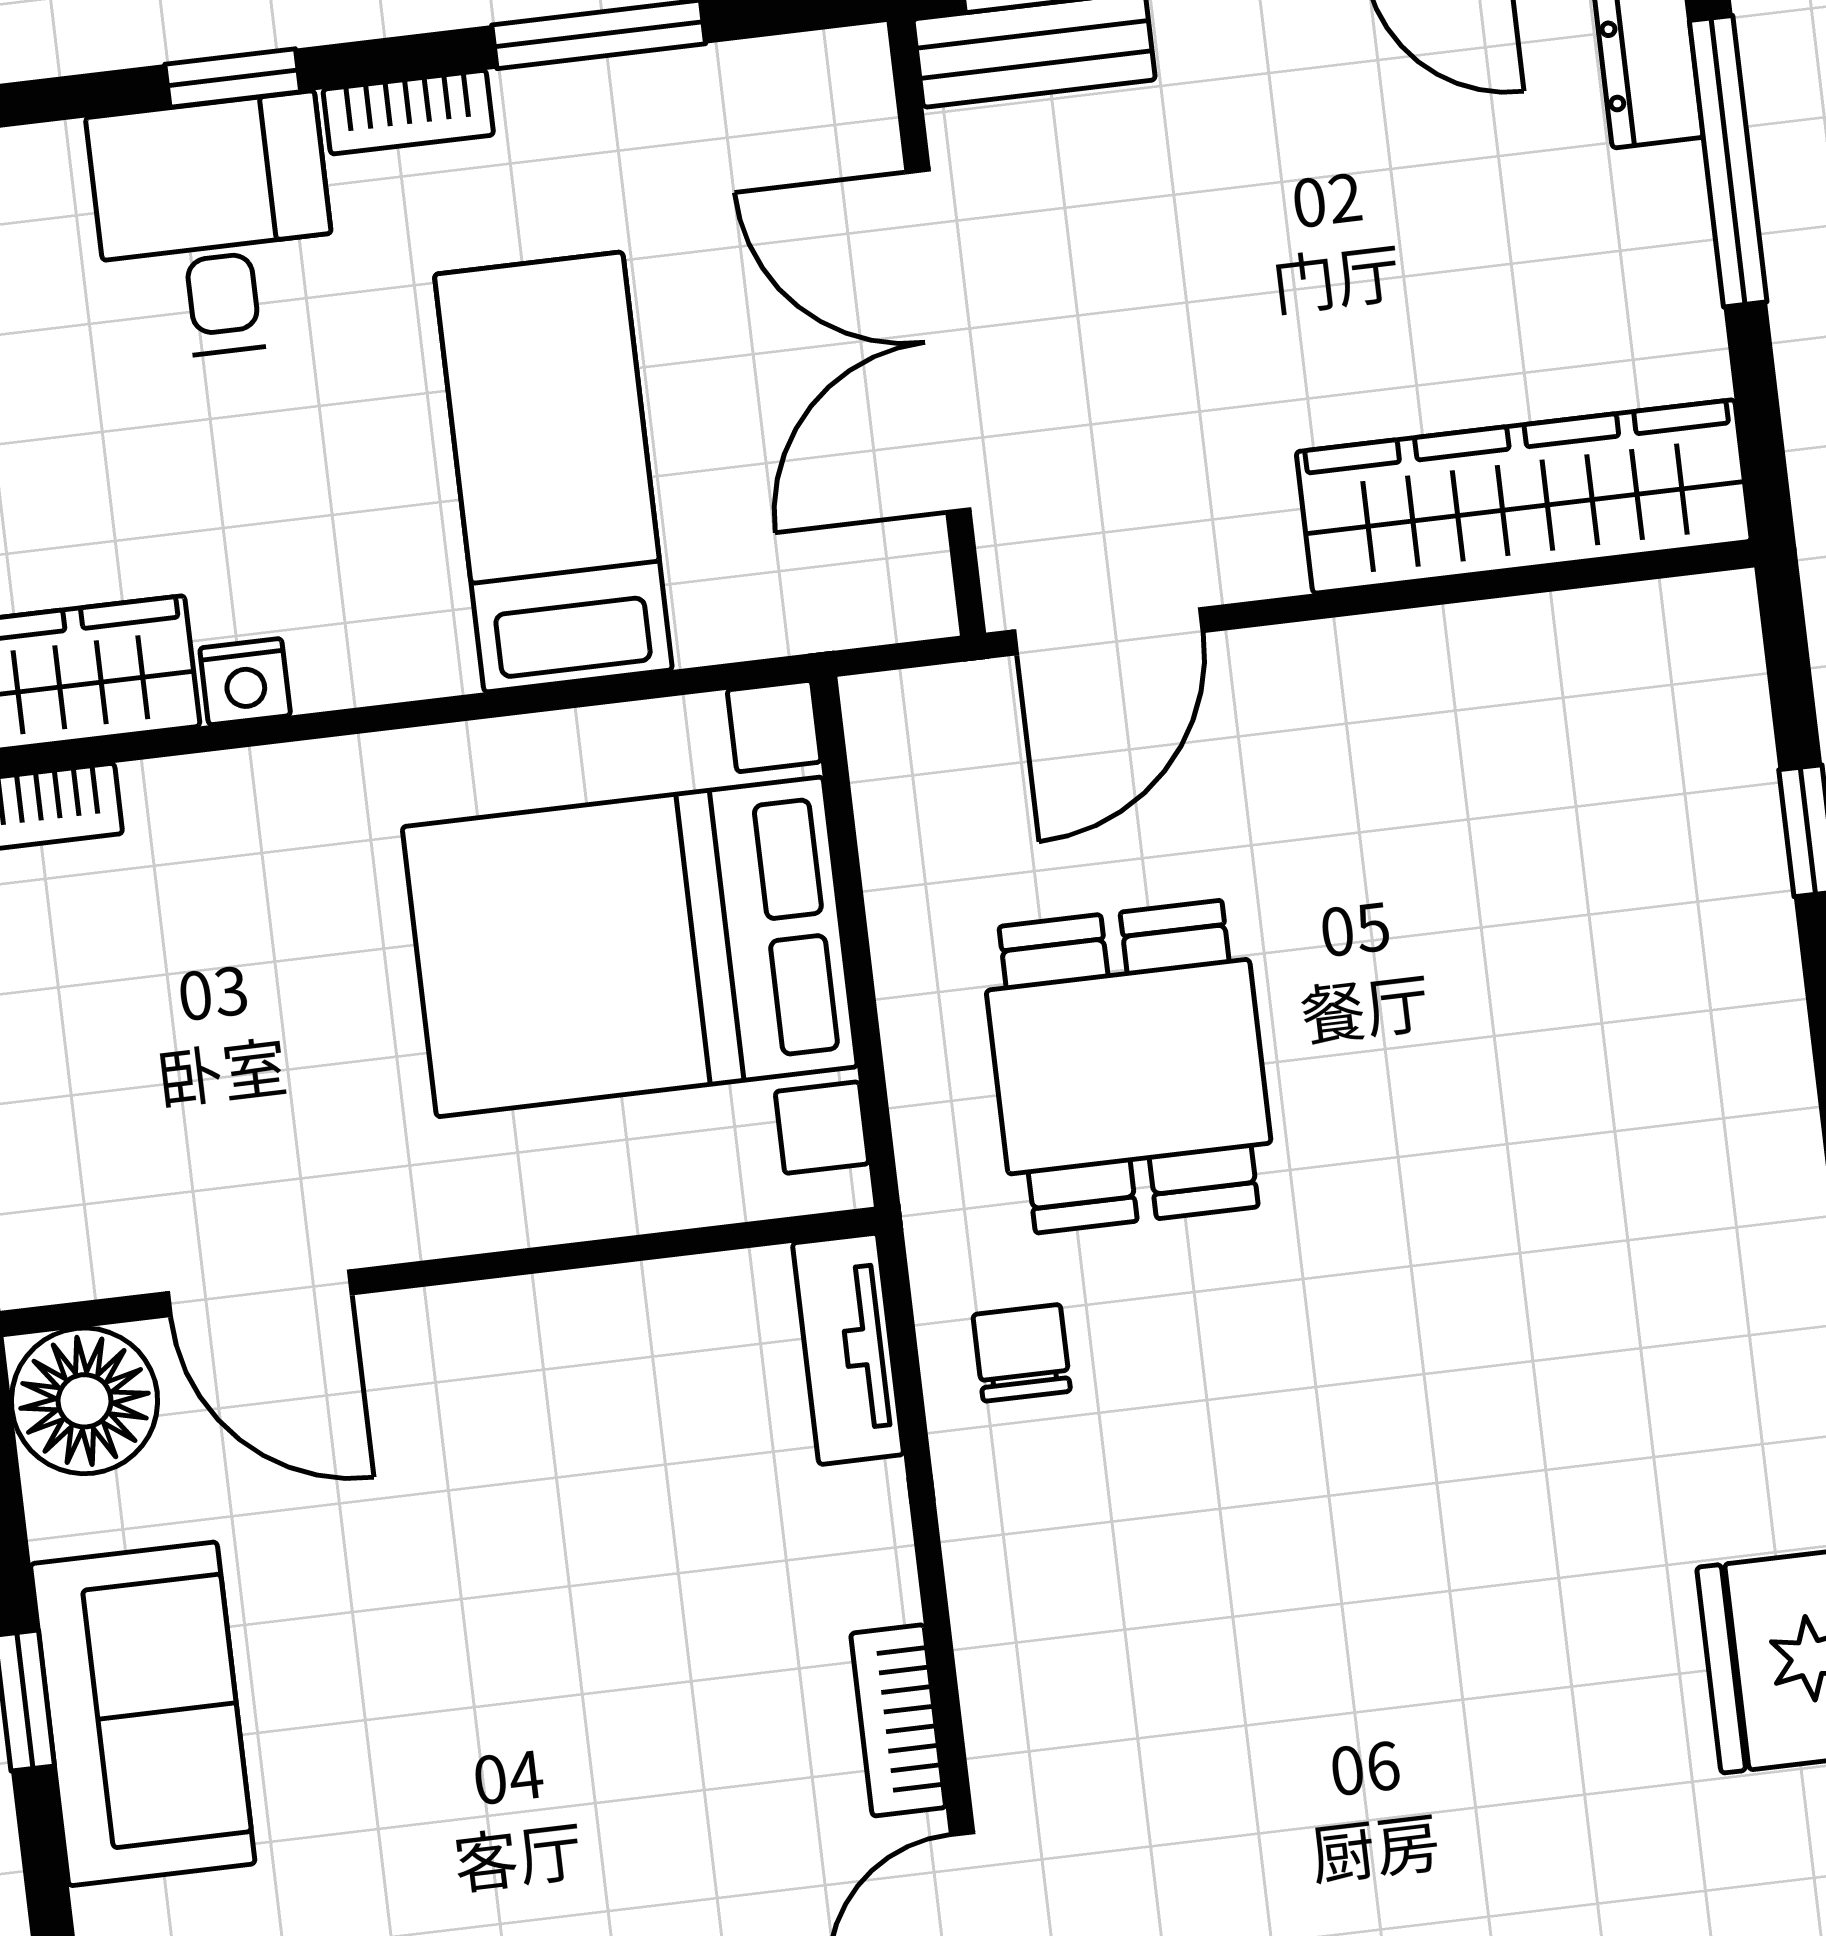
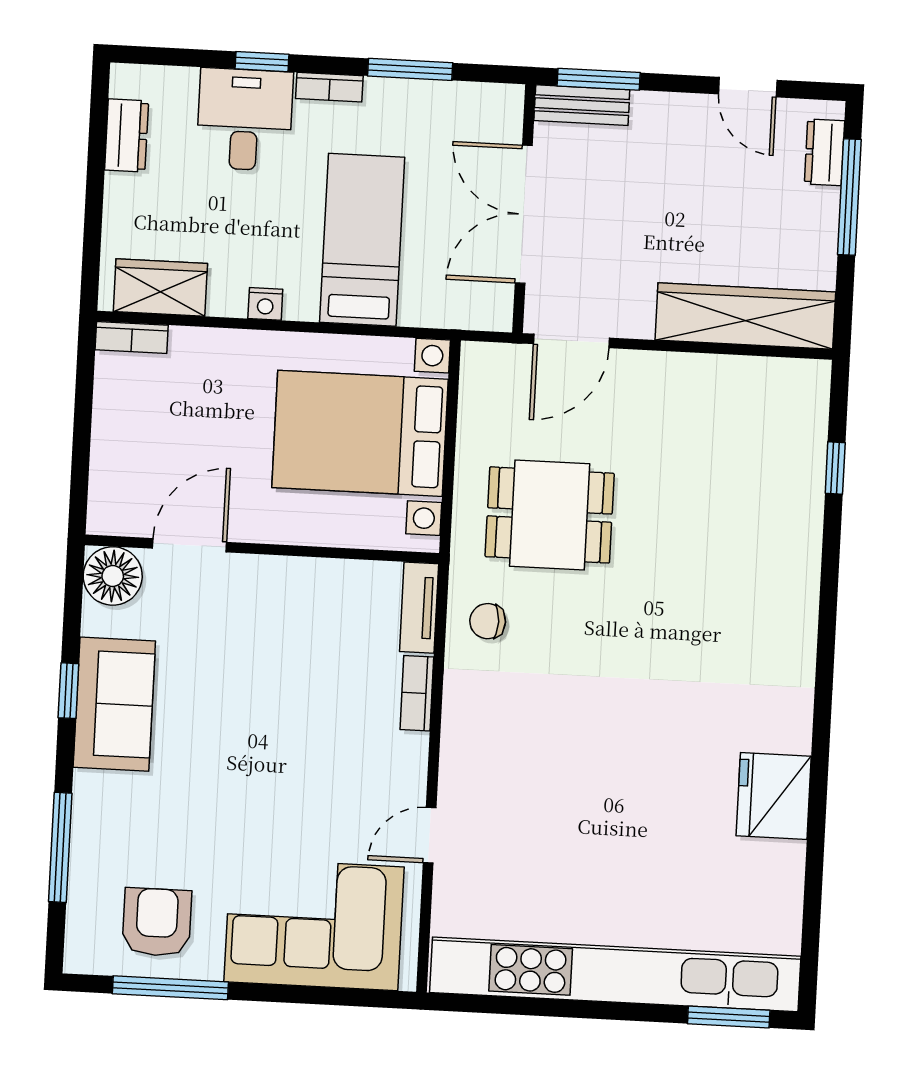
nightstand: (245, 682) -> (265, 304), moved
dining table: (1129, 1067) -> (550, 515), turned 90
door: (260, 1293) -> (190, 545), swing flipped
chair: (1022, 1353) -> (488, 621), turned -90
bookcase: (898, 1720) -> (417, 693), moved

